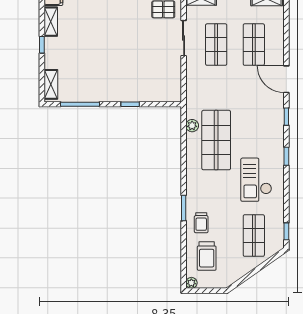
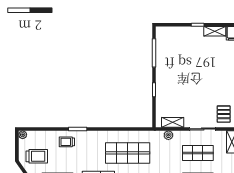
shelving: (51, 84) -> (173, 122), moved
plant: (192, 126) -> (168, 135), moved
trolley: (207, 256) -> (37, 156), moved, turned 180

